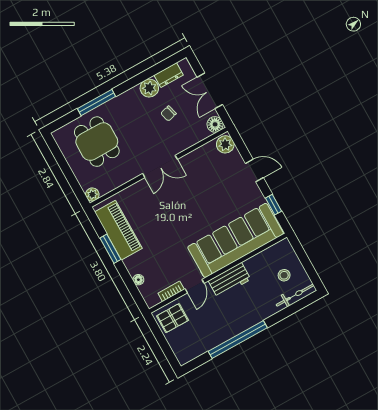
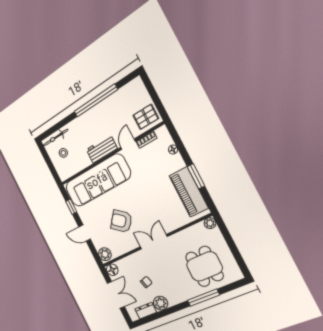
armchair: (203, 190) -> (121, 221), added

